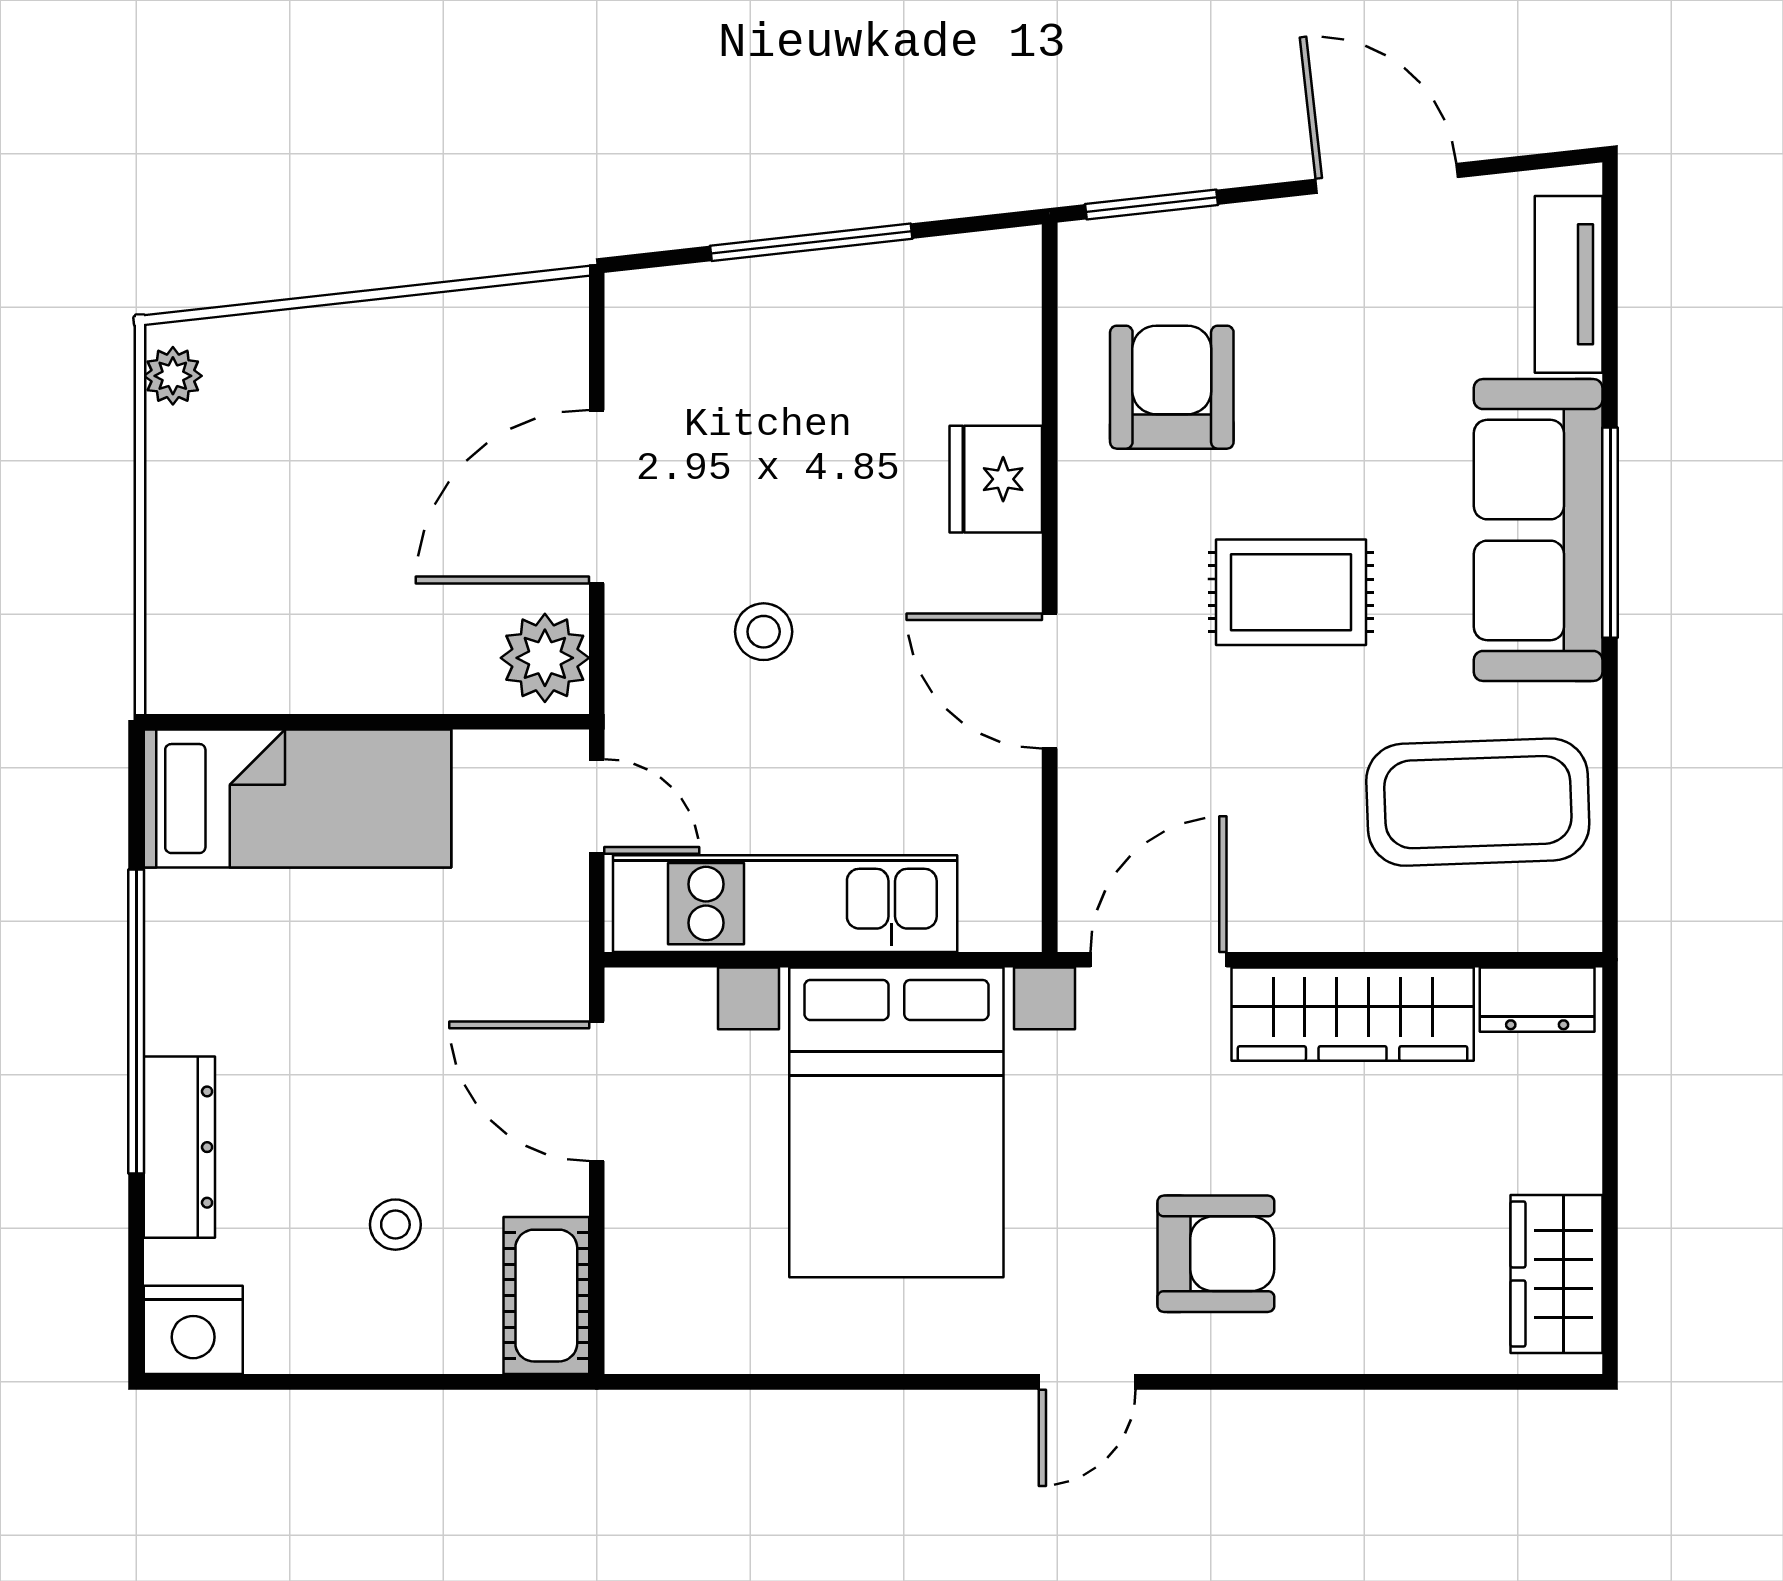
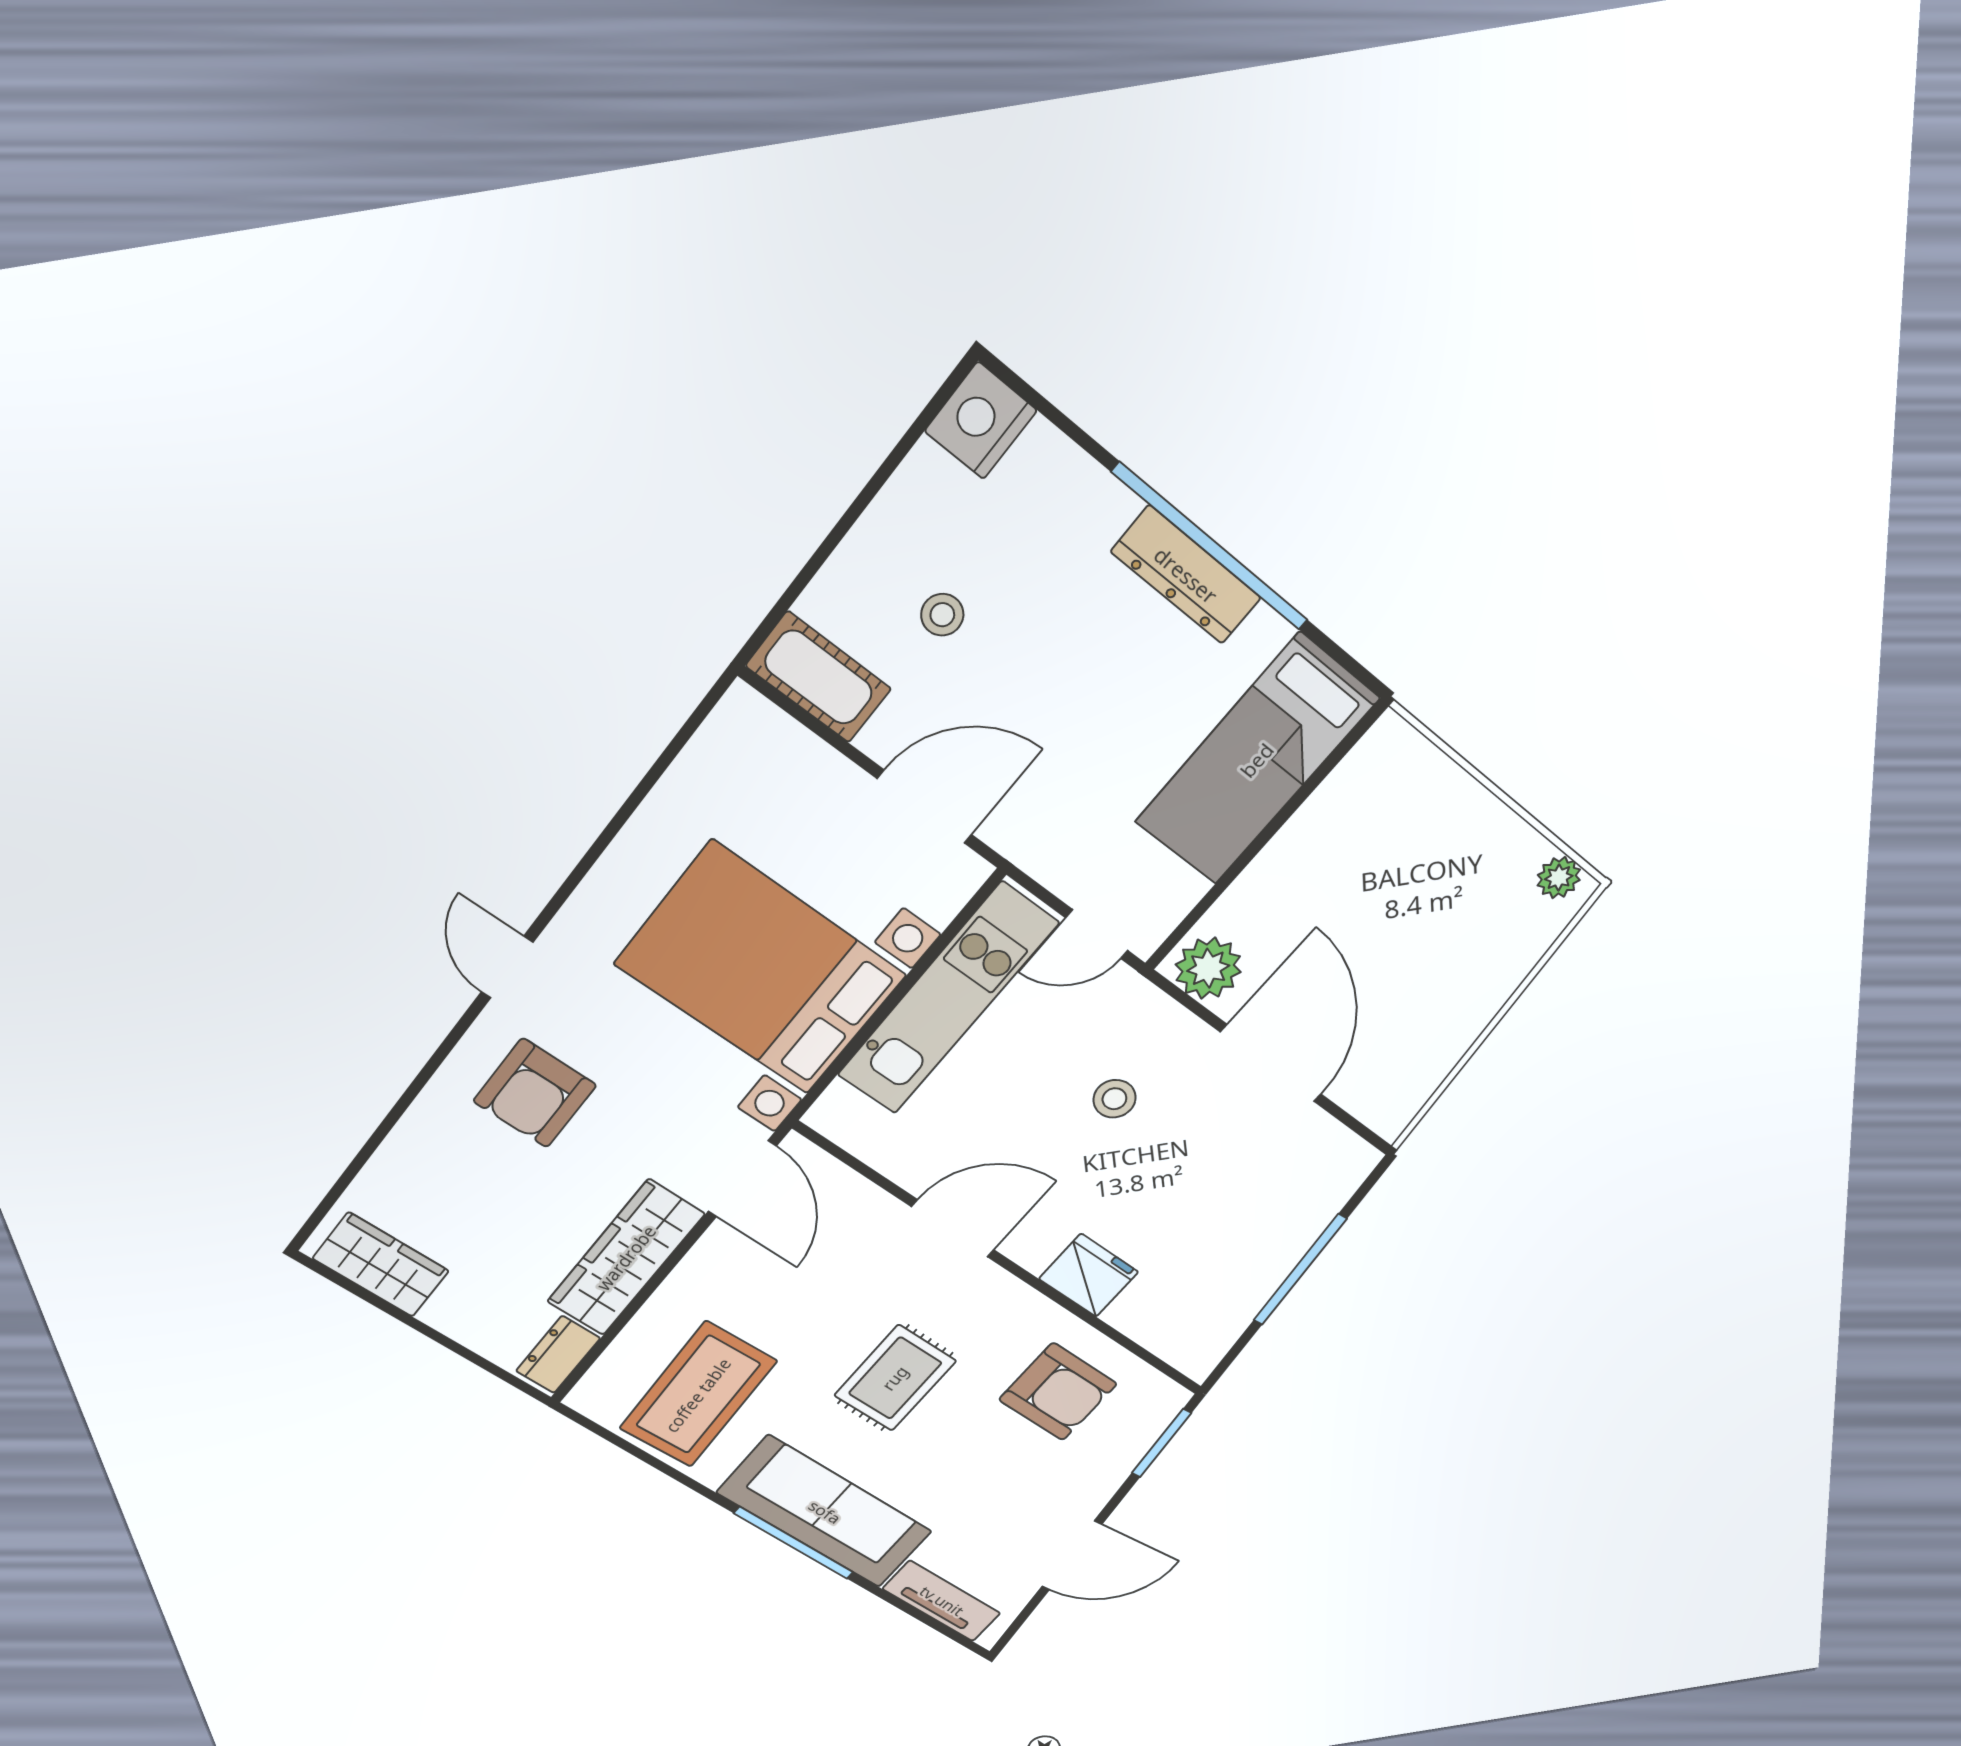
dresser: (179, 1147) -> (1186, 575), moved

